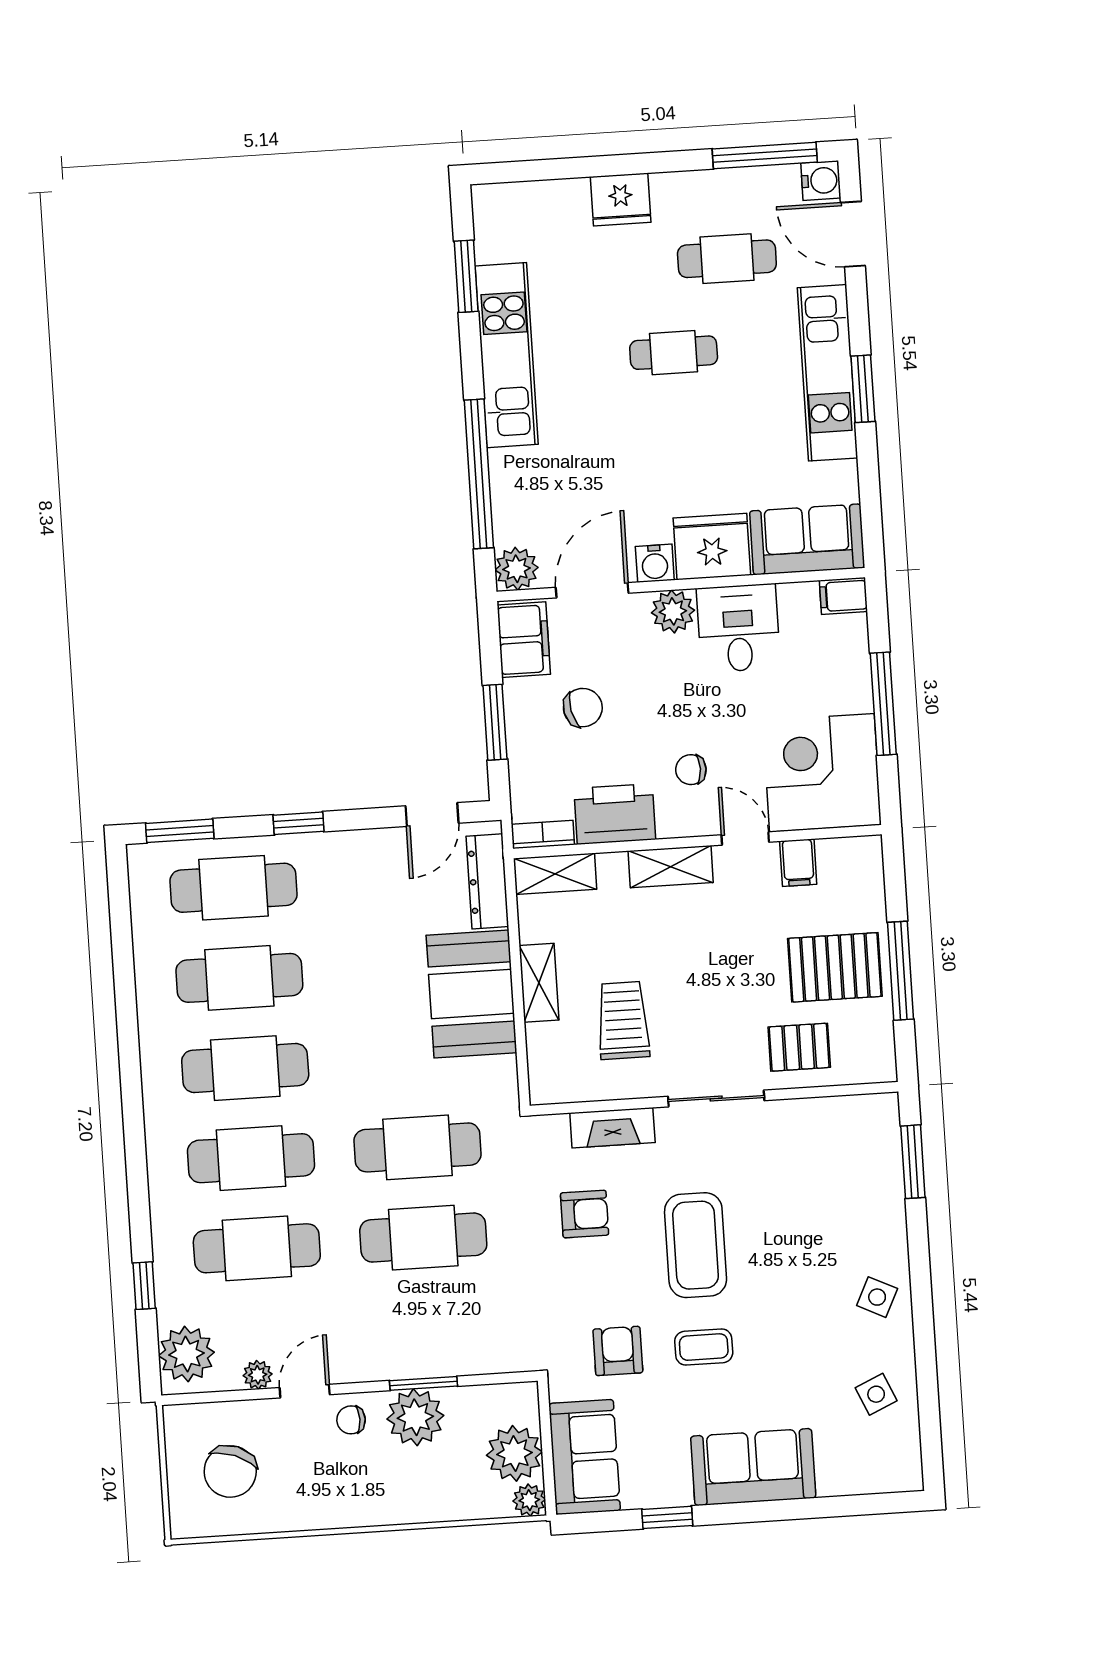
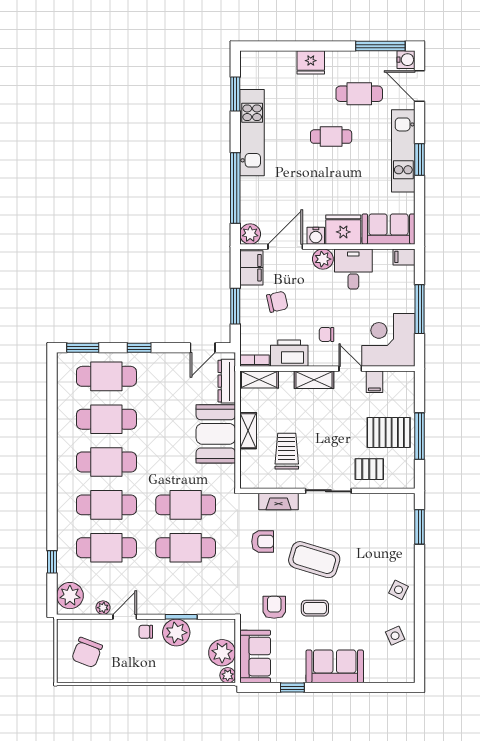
coffee table: (696, 1245) -> (314, 560), turned -73

